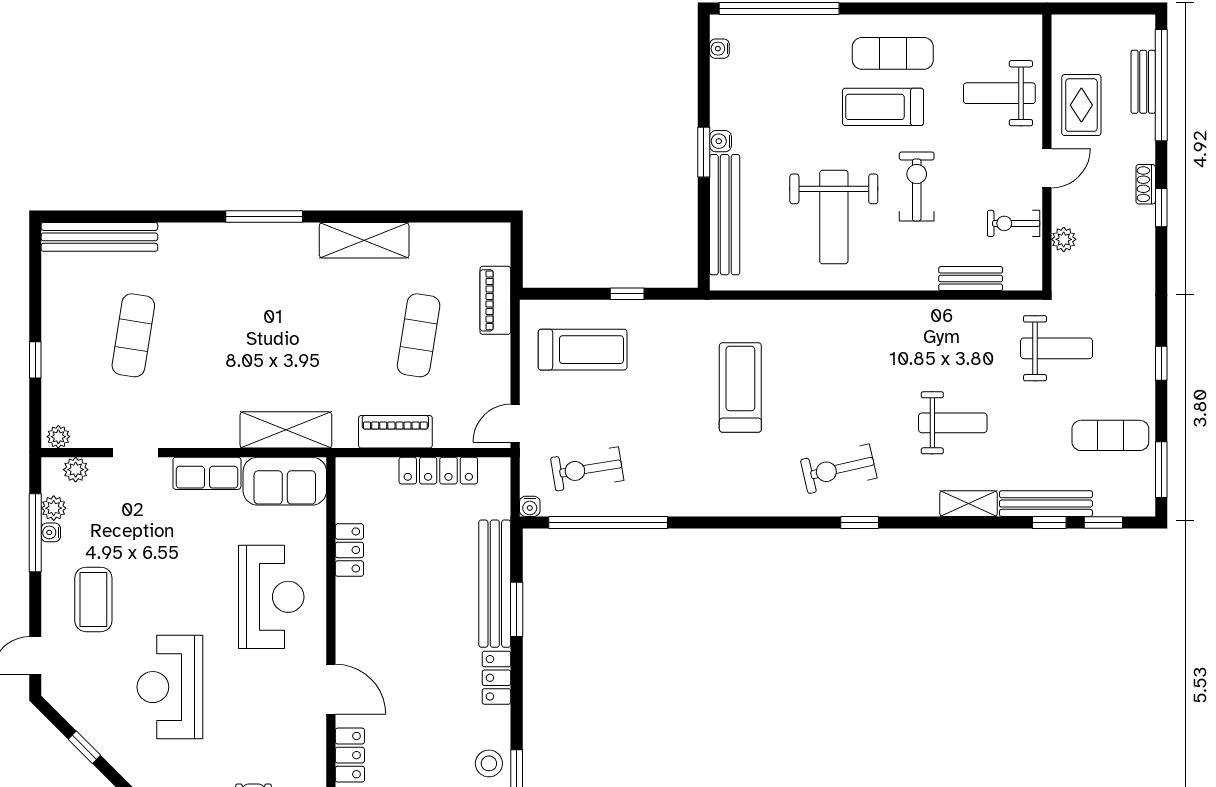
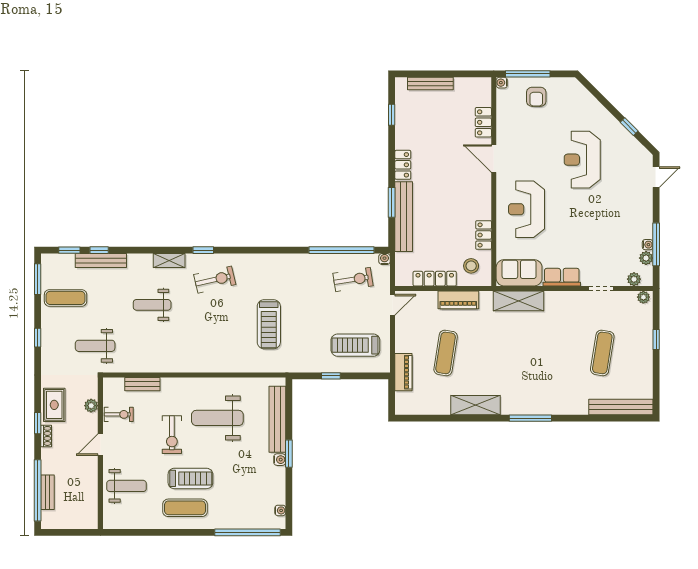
rug: (1081, 105) -> (54, 405), moved
weight bench: (834, 217) -> (217, 418), turned -90
shelving: (969, 504) -> (169, 260), moved
coffee table: (93, 599) -> (624, 208), removed
reception desk: (170, 687) -> (582, 160), turned 180
stool: (489, 763) -> (471, 266), moved

